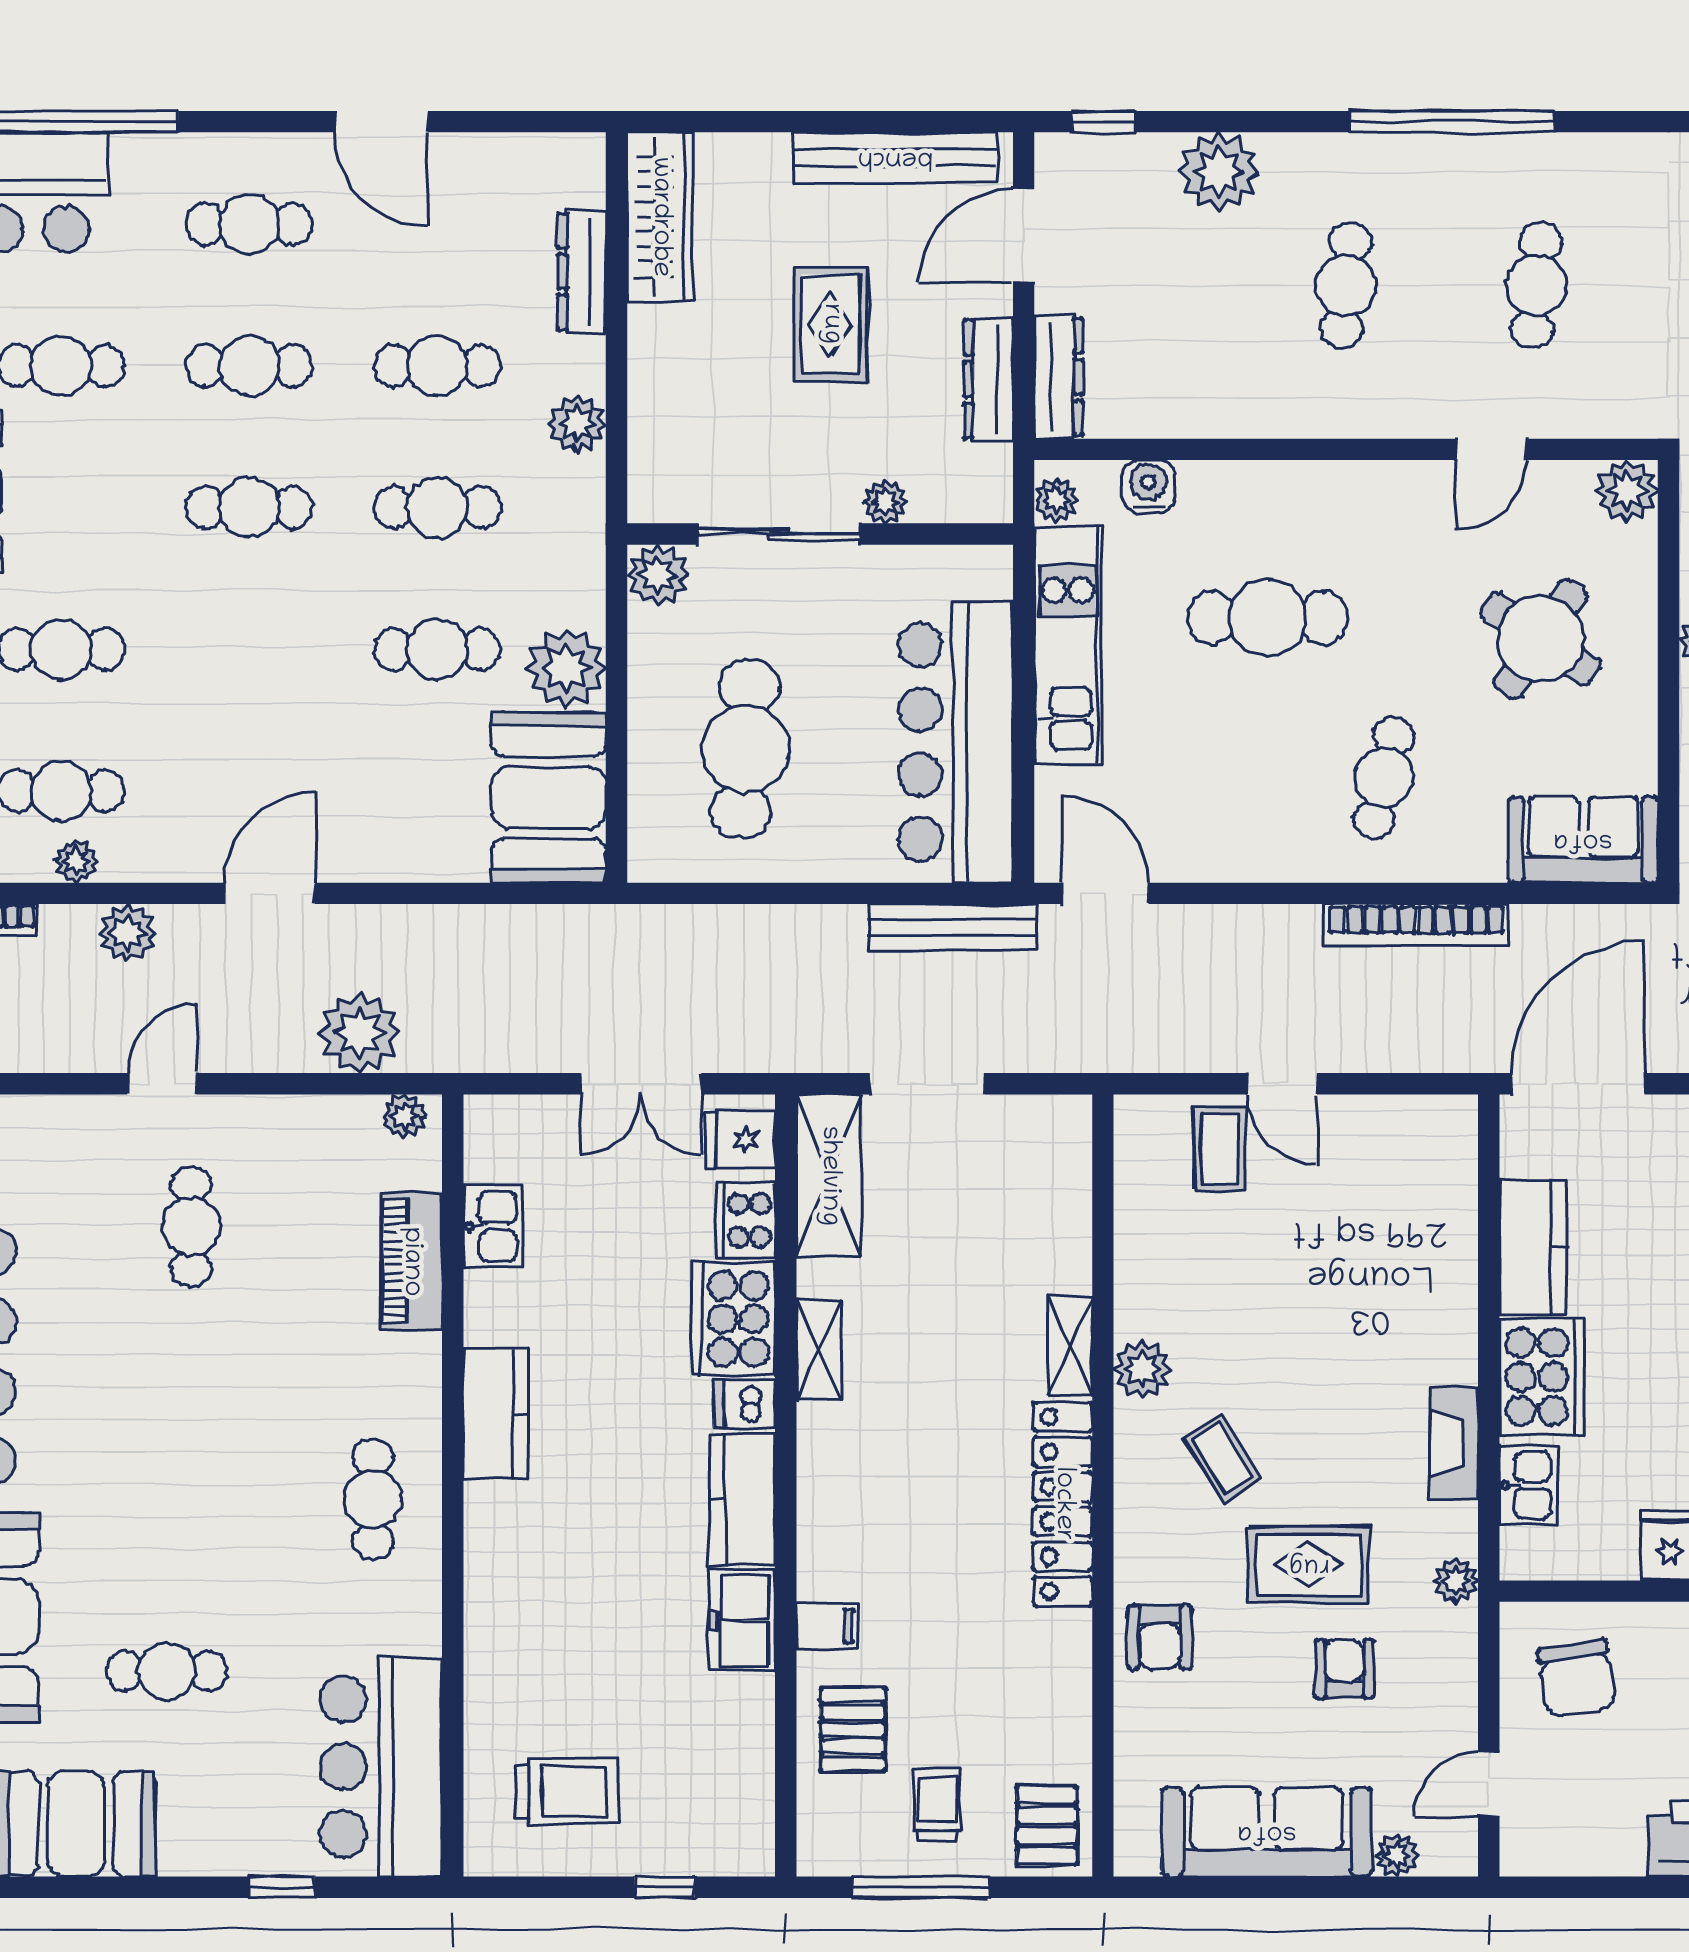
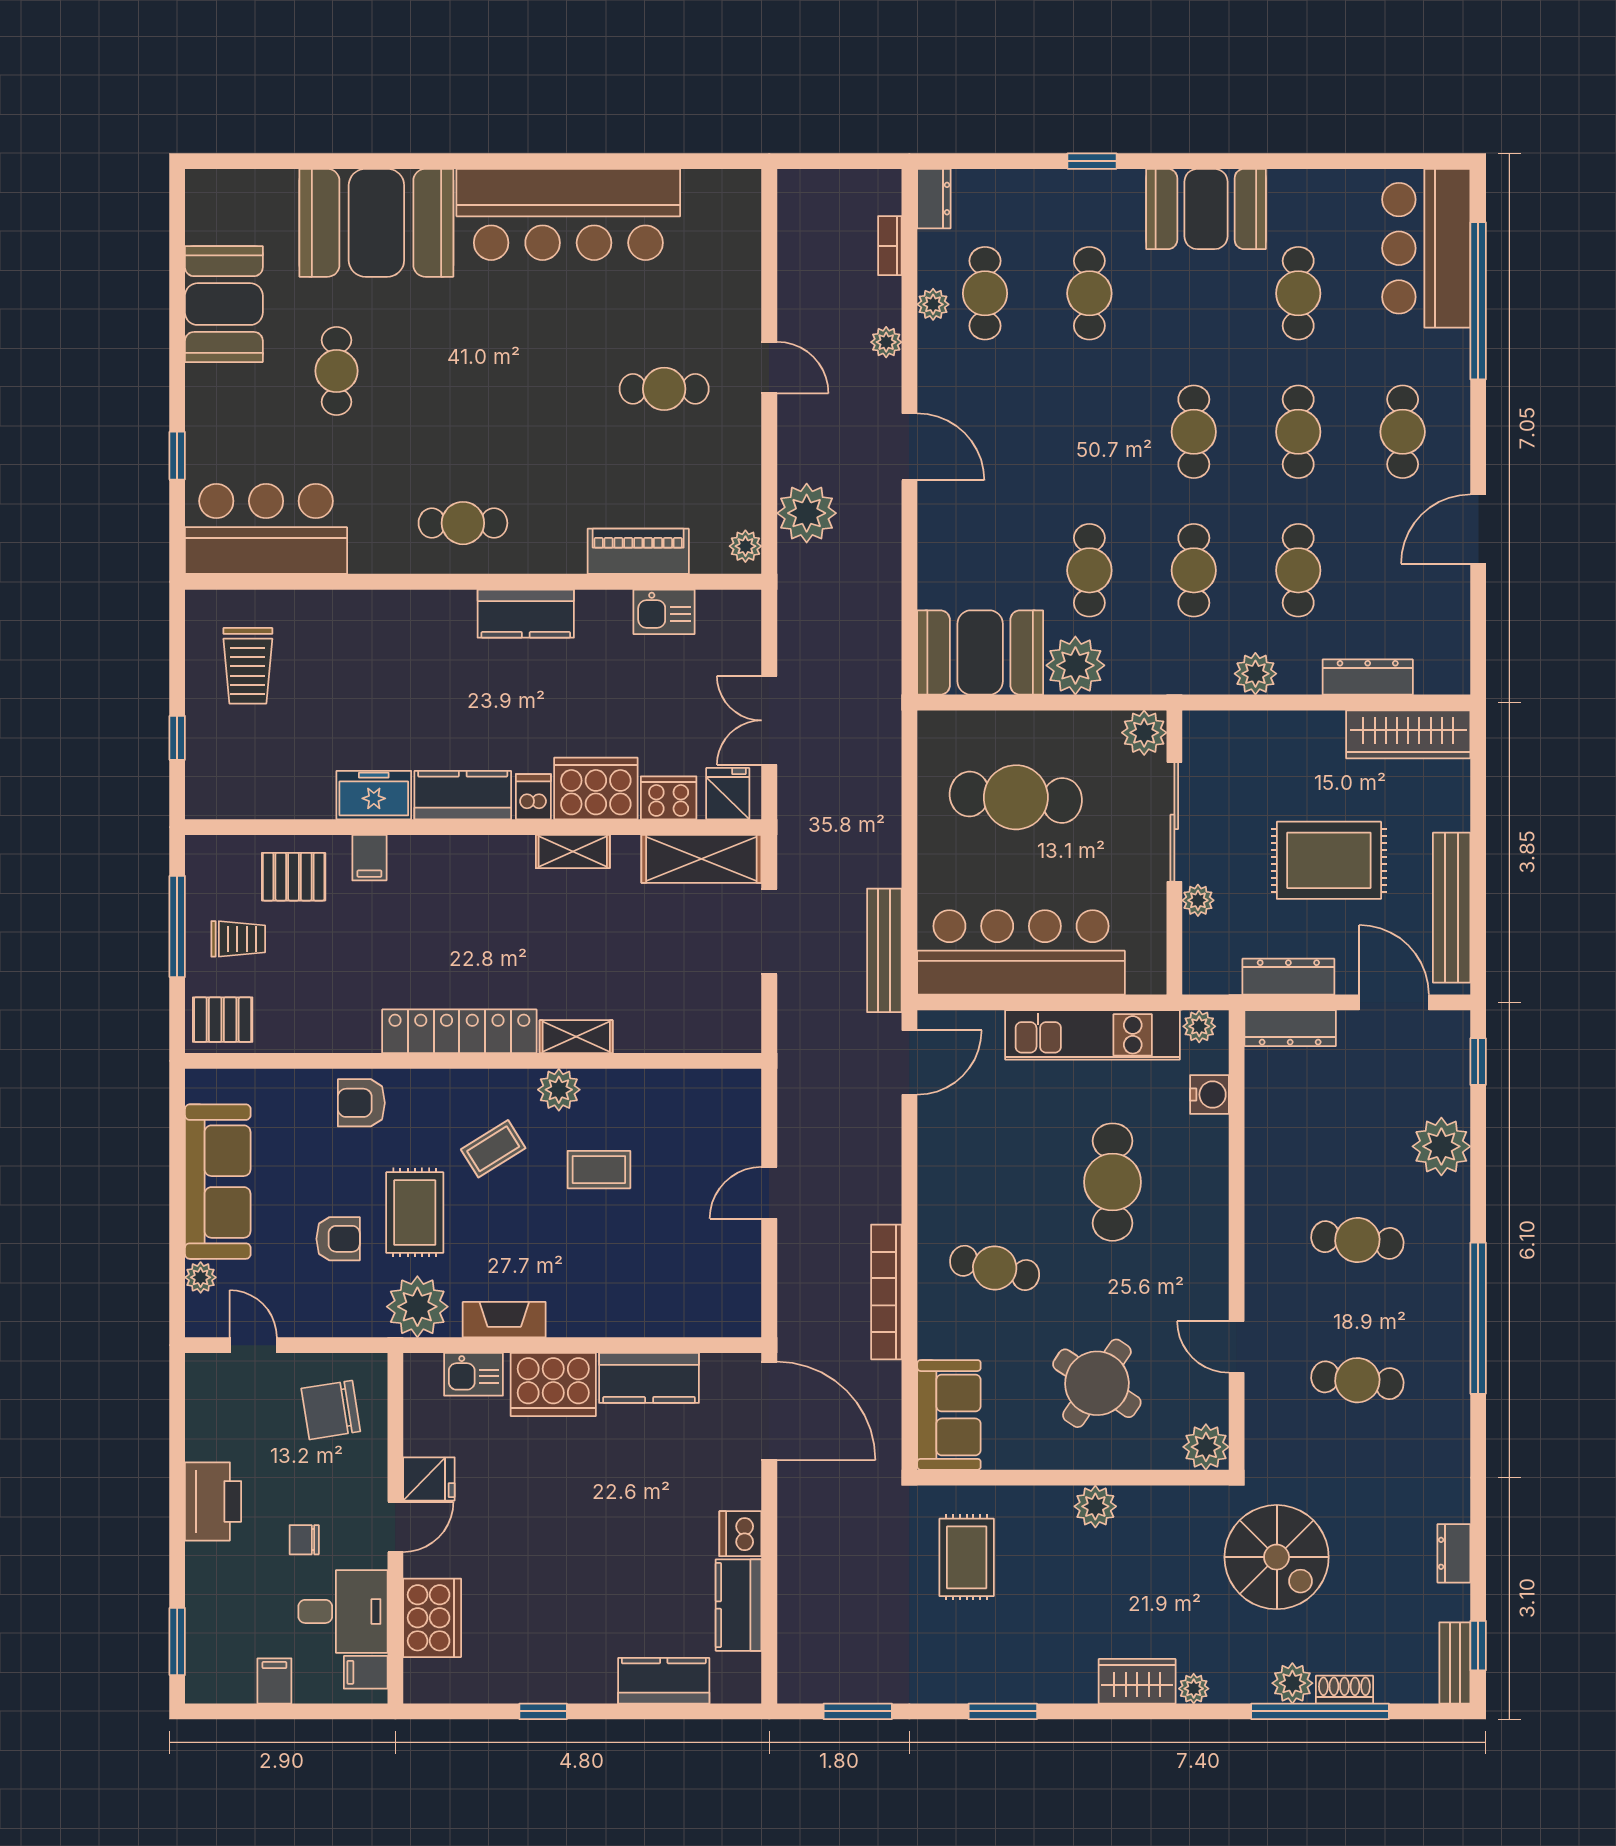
rug: (831, 324) -> (1329, 860), width x1.36, depth x1.43
plant: (127, 933) -> (886, 342), width x0.73, depth x0.73
coffee table: (1219, 1149) -> (599, 1170), moved
plant: (1456, 1581) -> (417, 1307), width x1.88, depth x1.88

